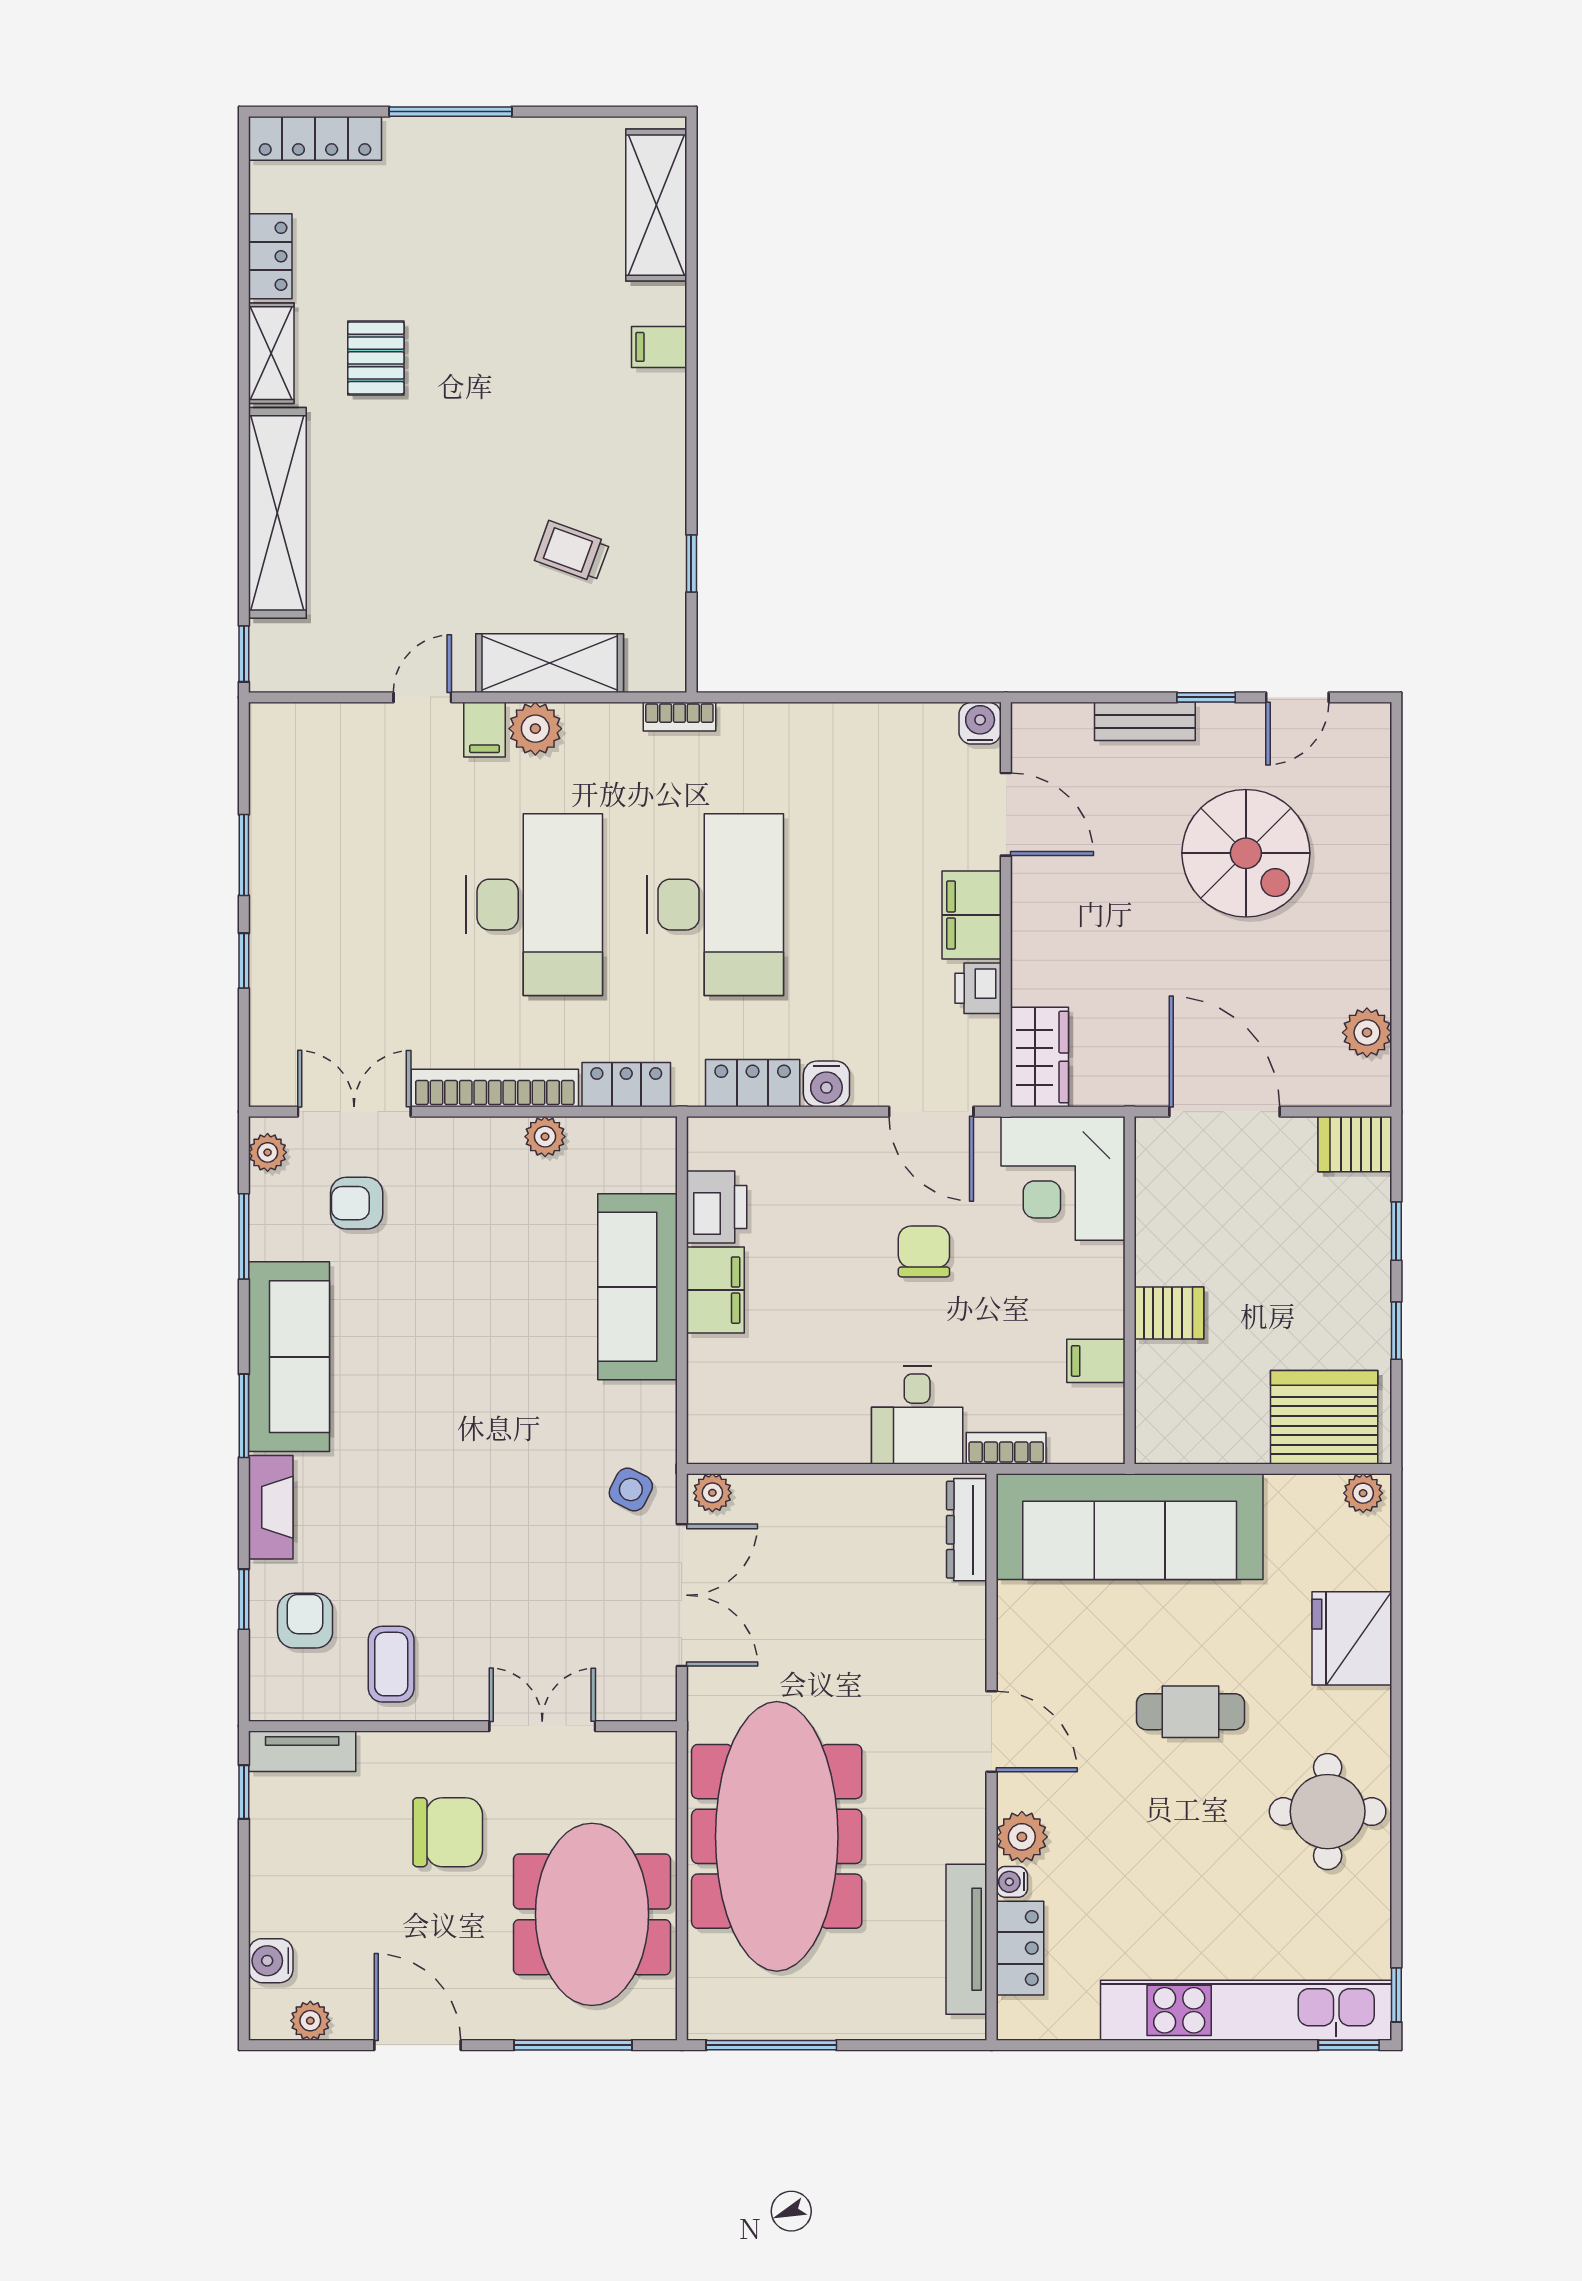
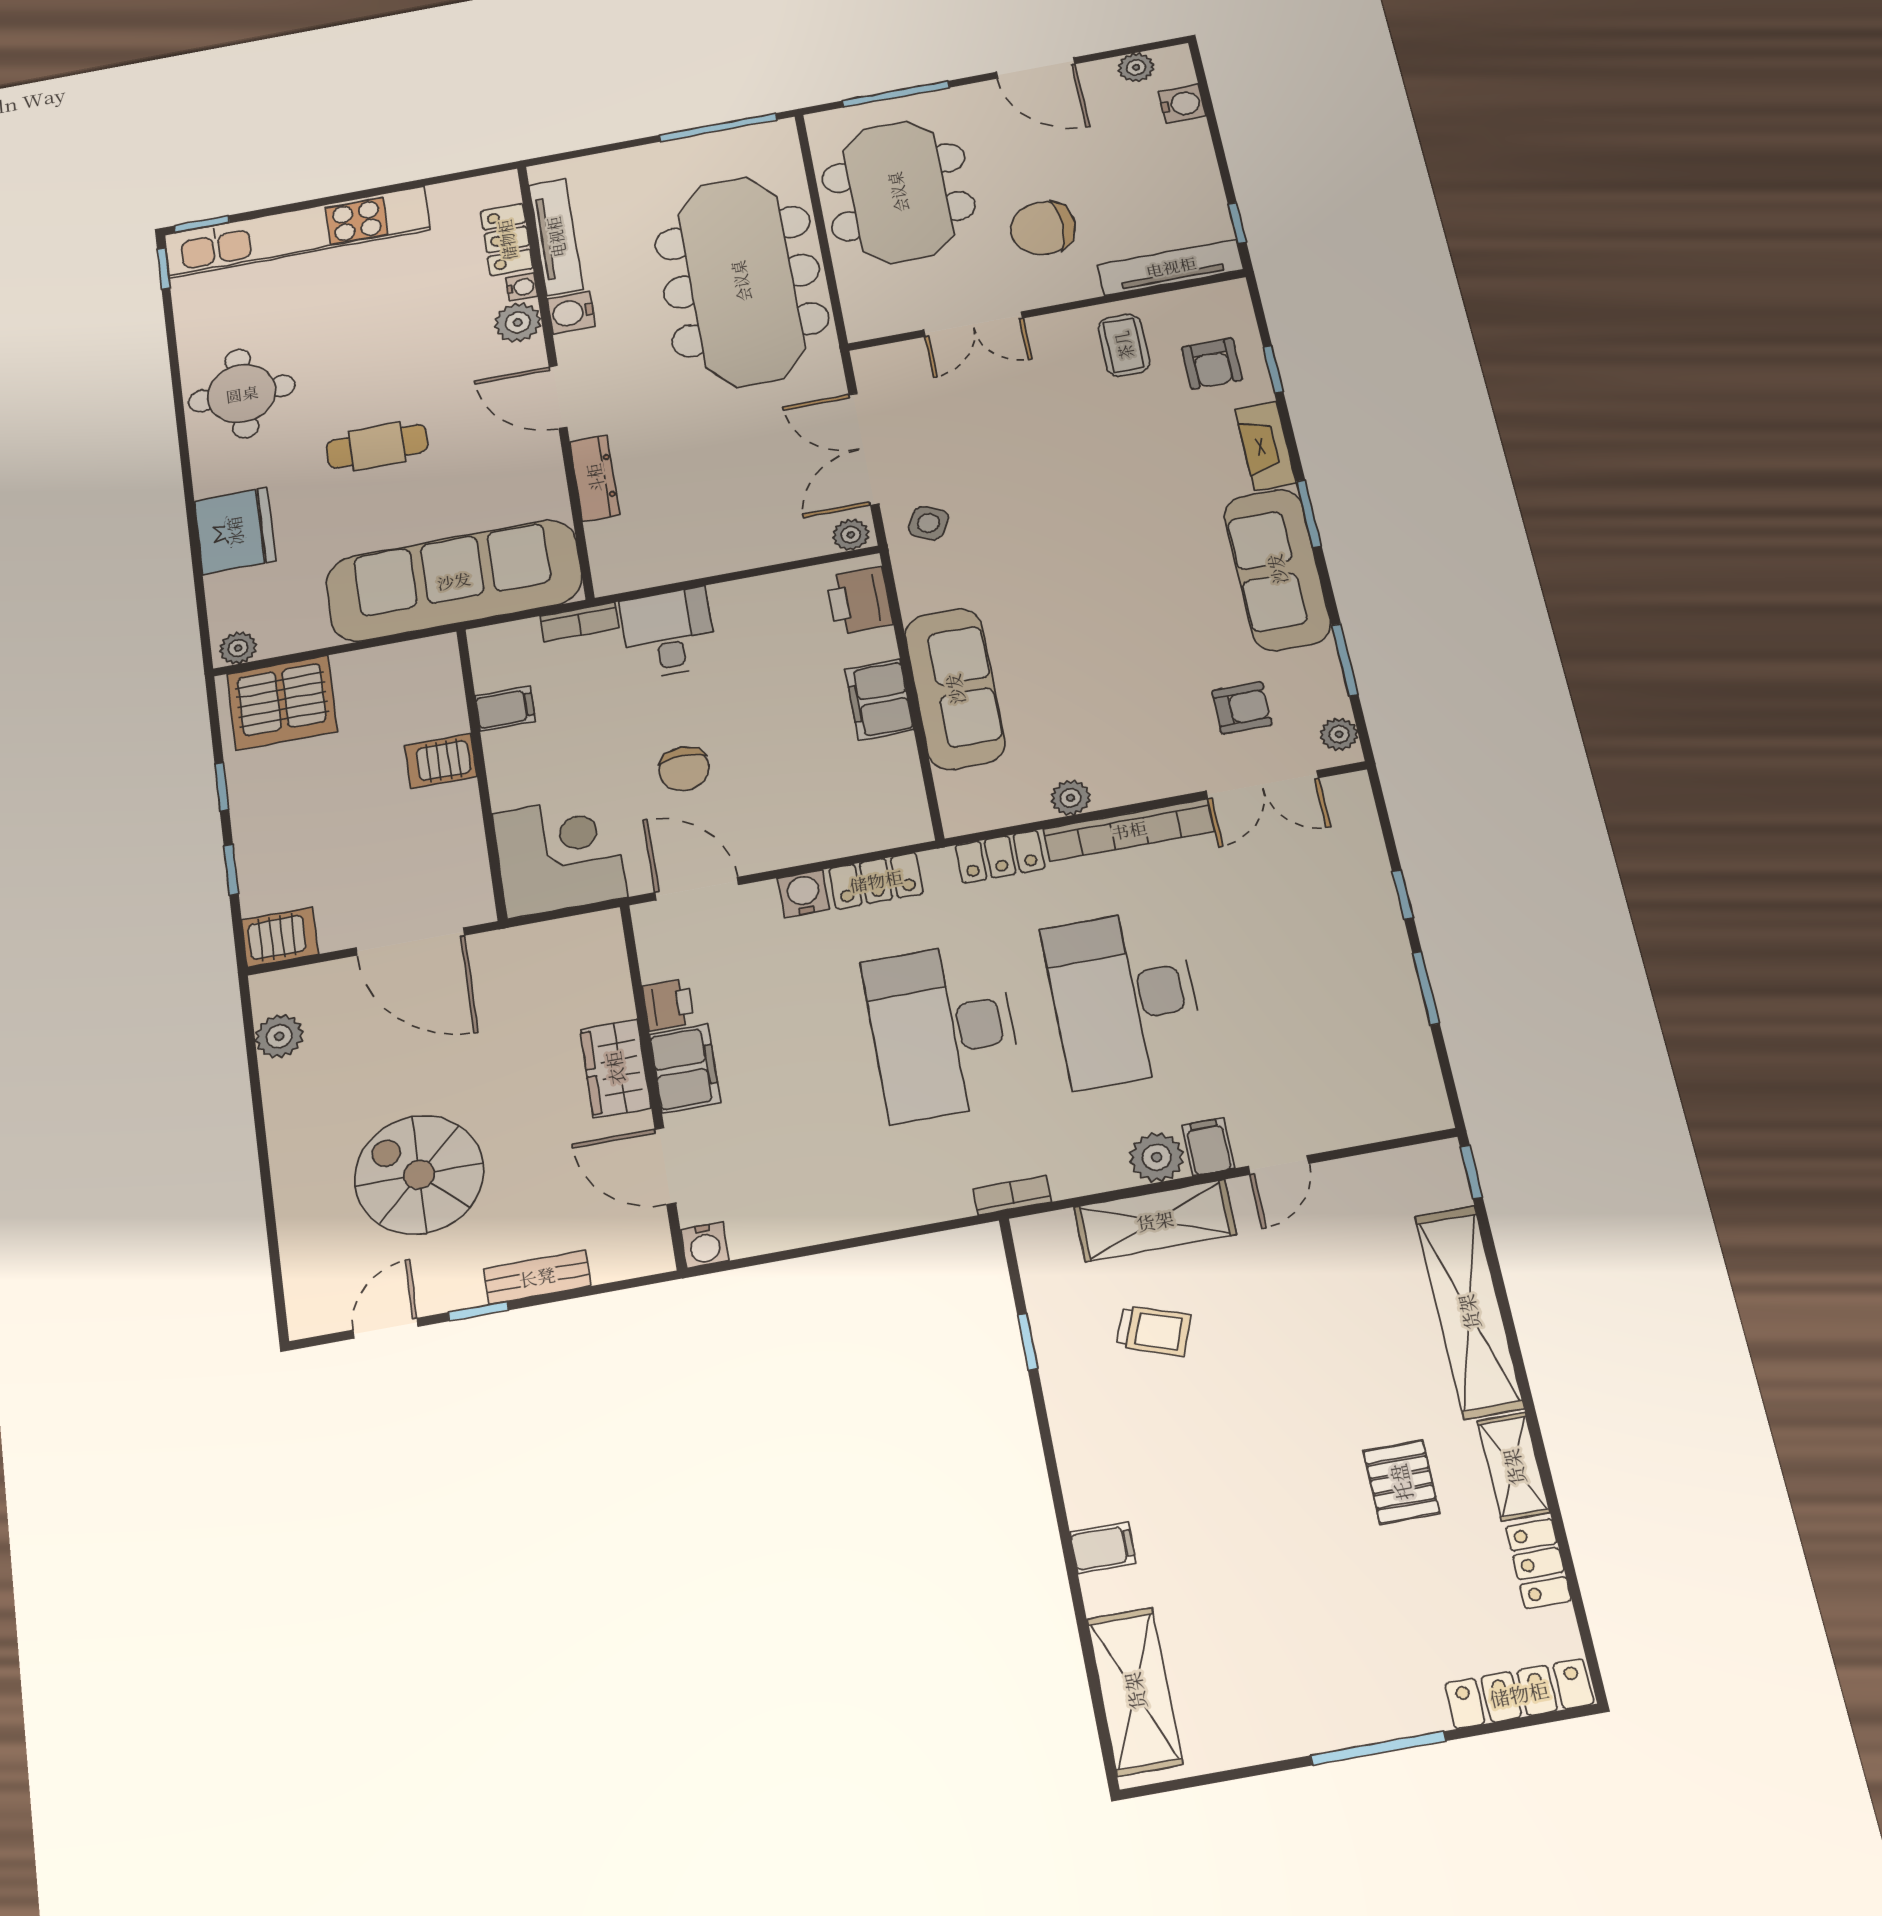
wardrobe: (1039, 1057) -> (615, 1068), moved
printer: (717, 1207) -> (859, 600), moved
dresser: (967, 1530) -> (595, 478), moved
tv unit: (302, 1751) -> (1171, 267), width x1.41
water cooler: (963, 1837) -> (571, 313), added

